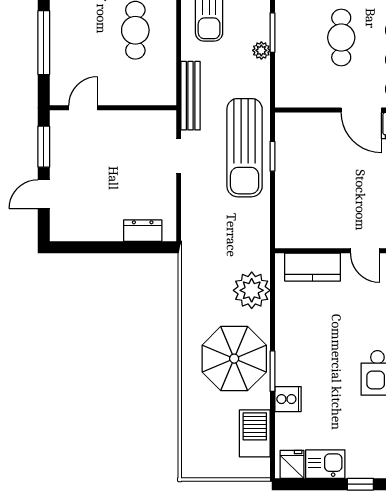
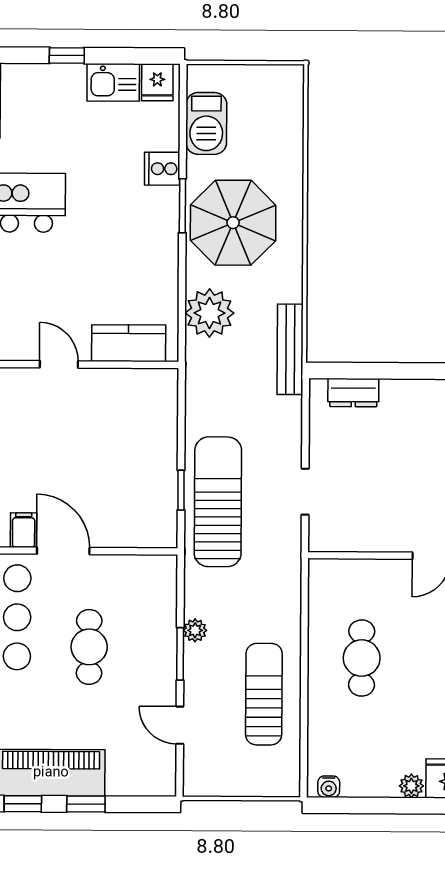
bench: (191, 96) -> (290, 349), moved

